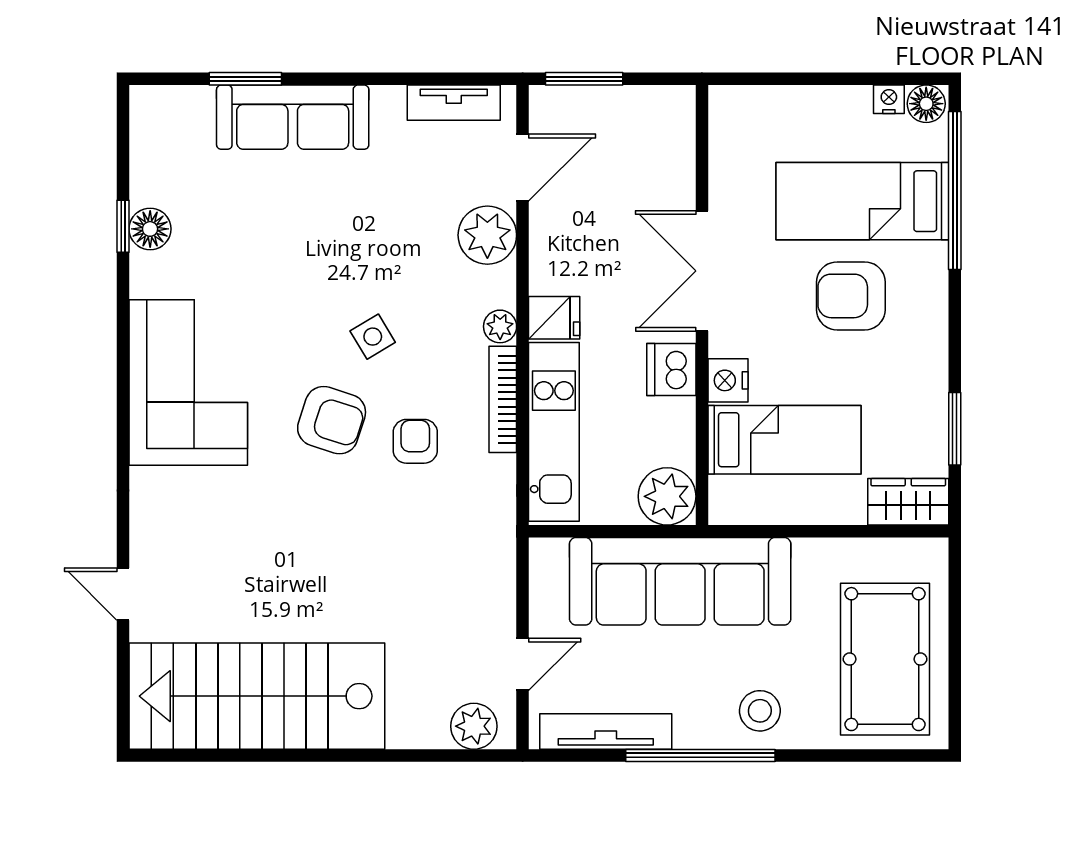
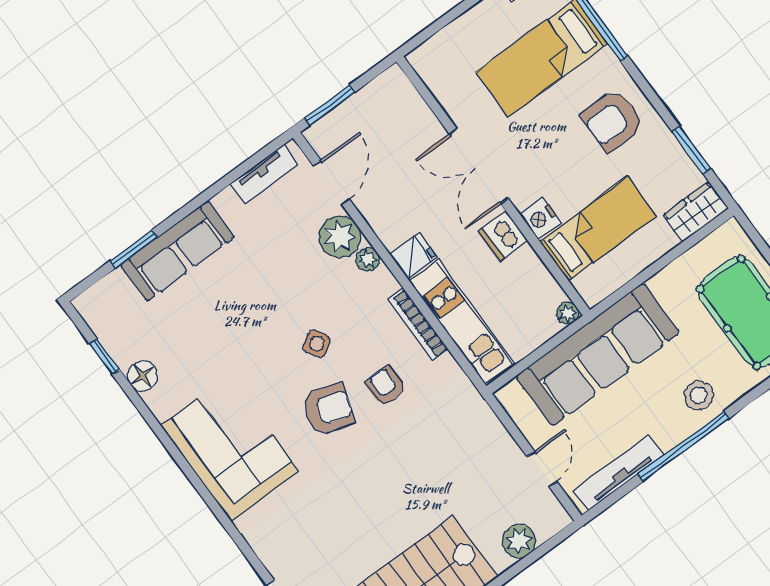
window: (123, 226) -> (104, 356), moved
armchair: (851, 296) -> (613, 120), moved
plant: (500, 326) -> (368, 259), moved
plant: (667, 496) -> (568, 313), width x0.53, depth x0.53
plant: (474, 726) -> (519, 541), moved

